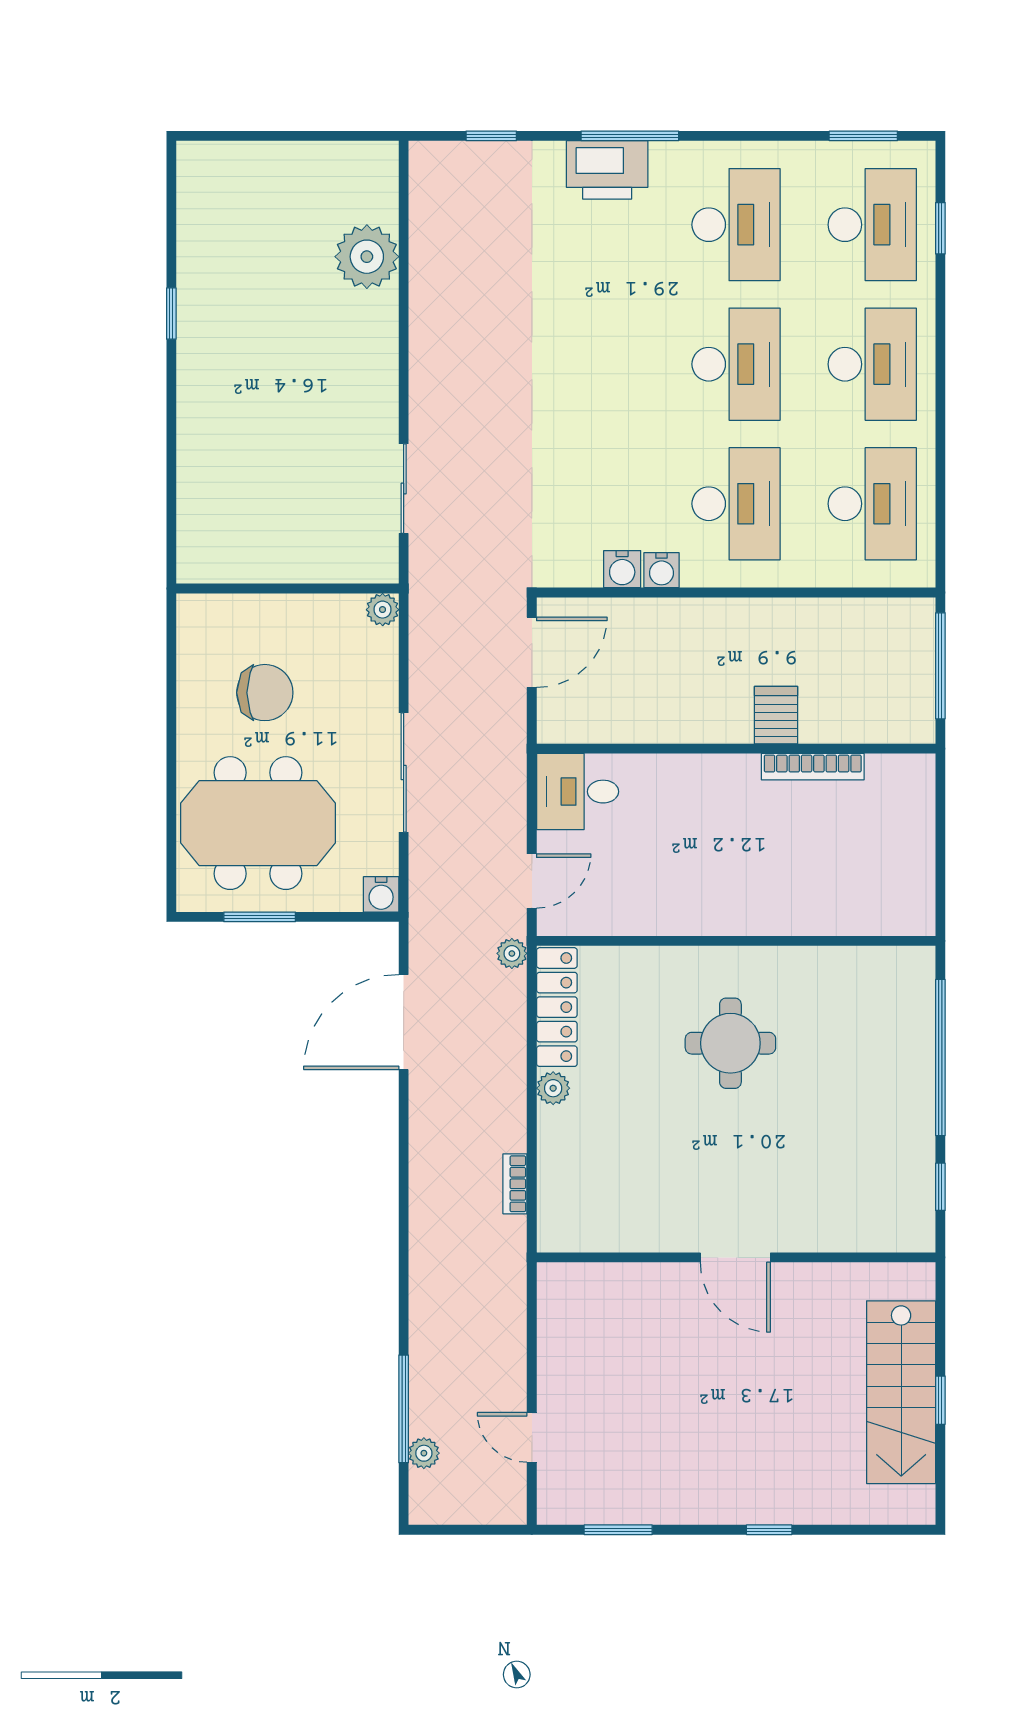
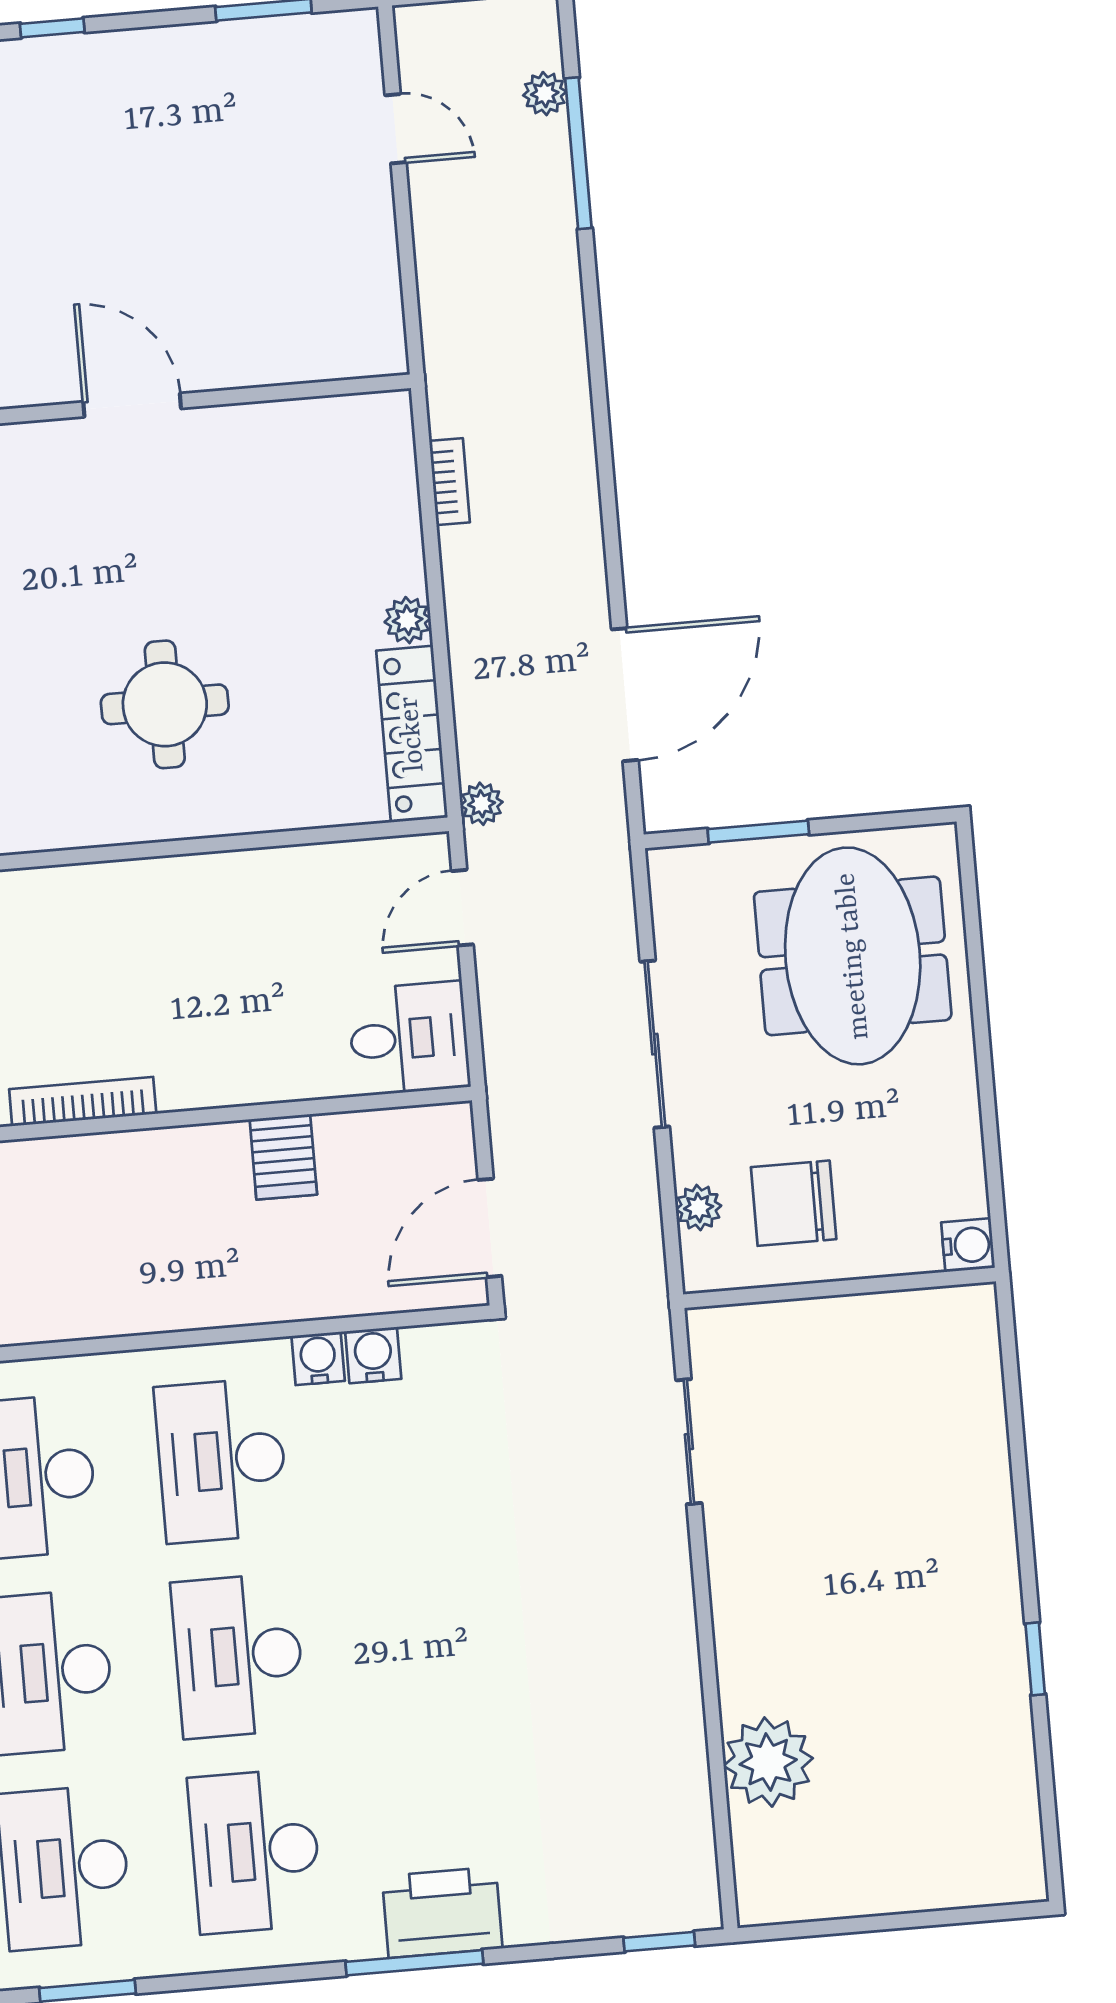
window: (491, 136) -> (659, 1942), moved
plant: (383, 610) -> (699, 1208), moved
chair: (265, 693) -> (794, 1203), moved
server rack: (776, 715) -> (283, 1157), moved
meeting table: (258, 823) -> (853, 956), turned 90
water cooler: (381, 894) -> (968, 1245), moved, turned 90
window: (260, 917) -> (758, 832), moved

